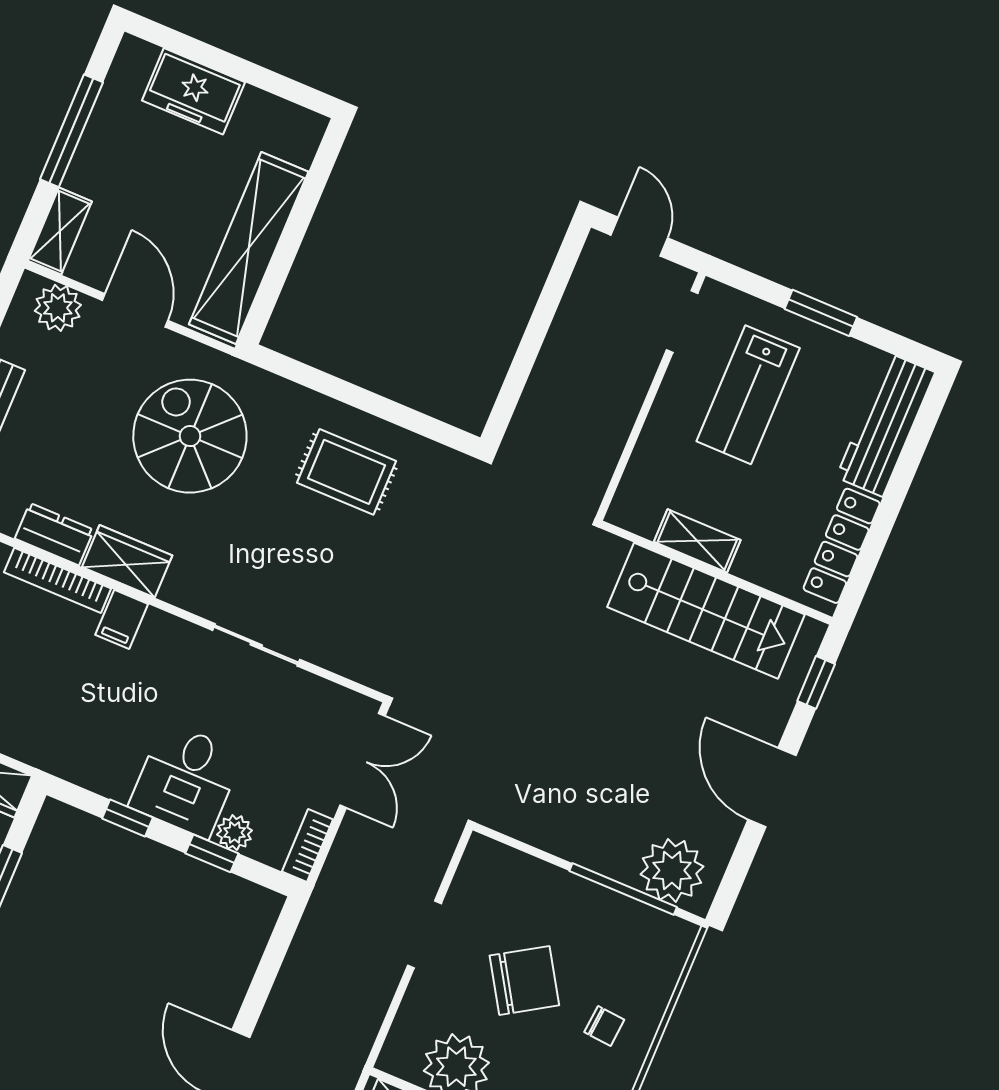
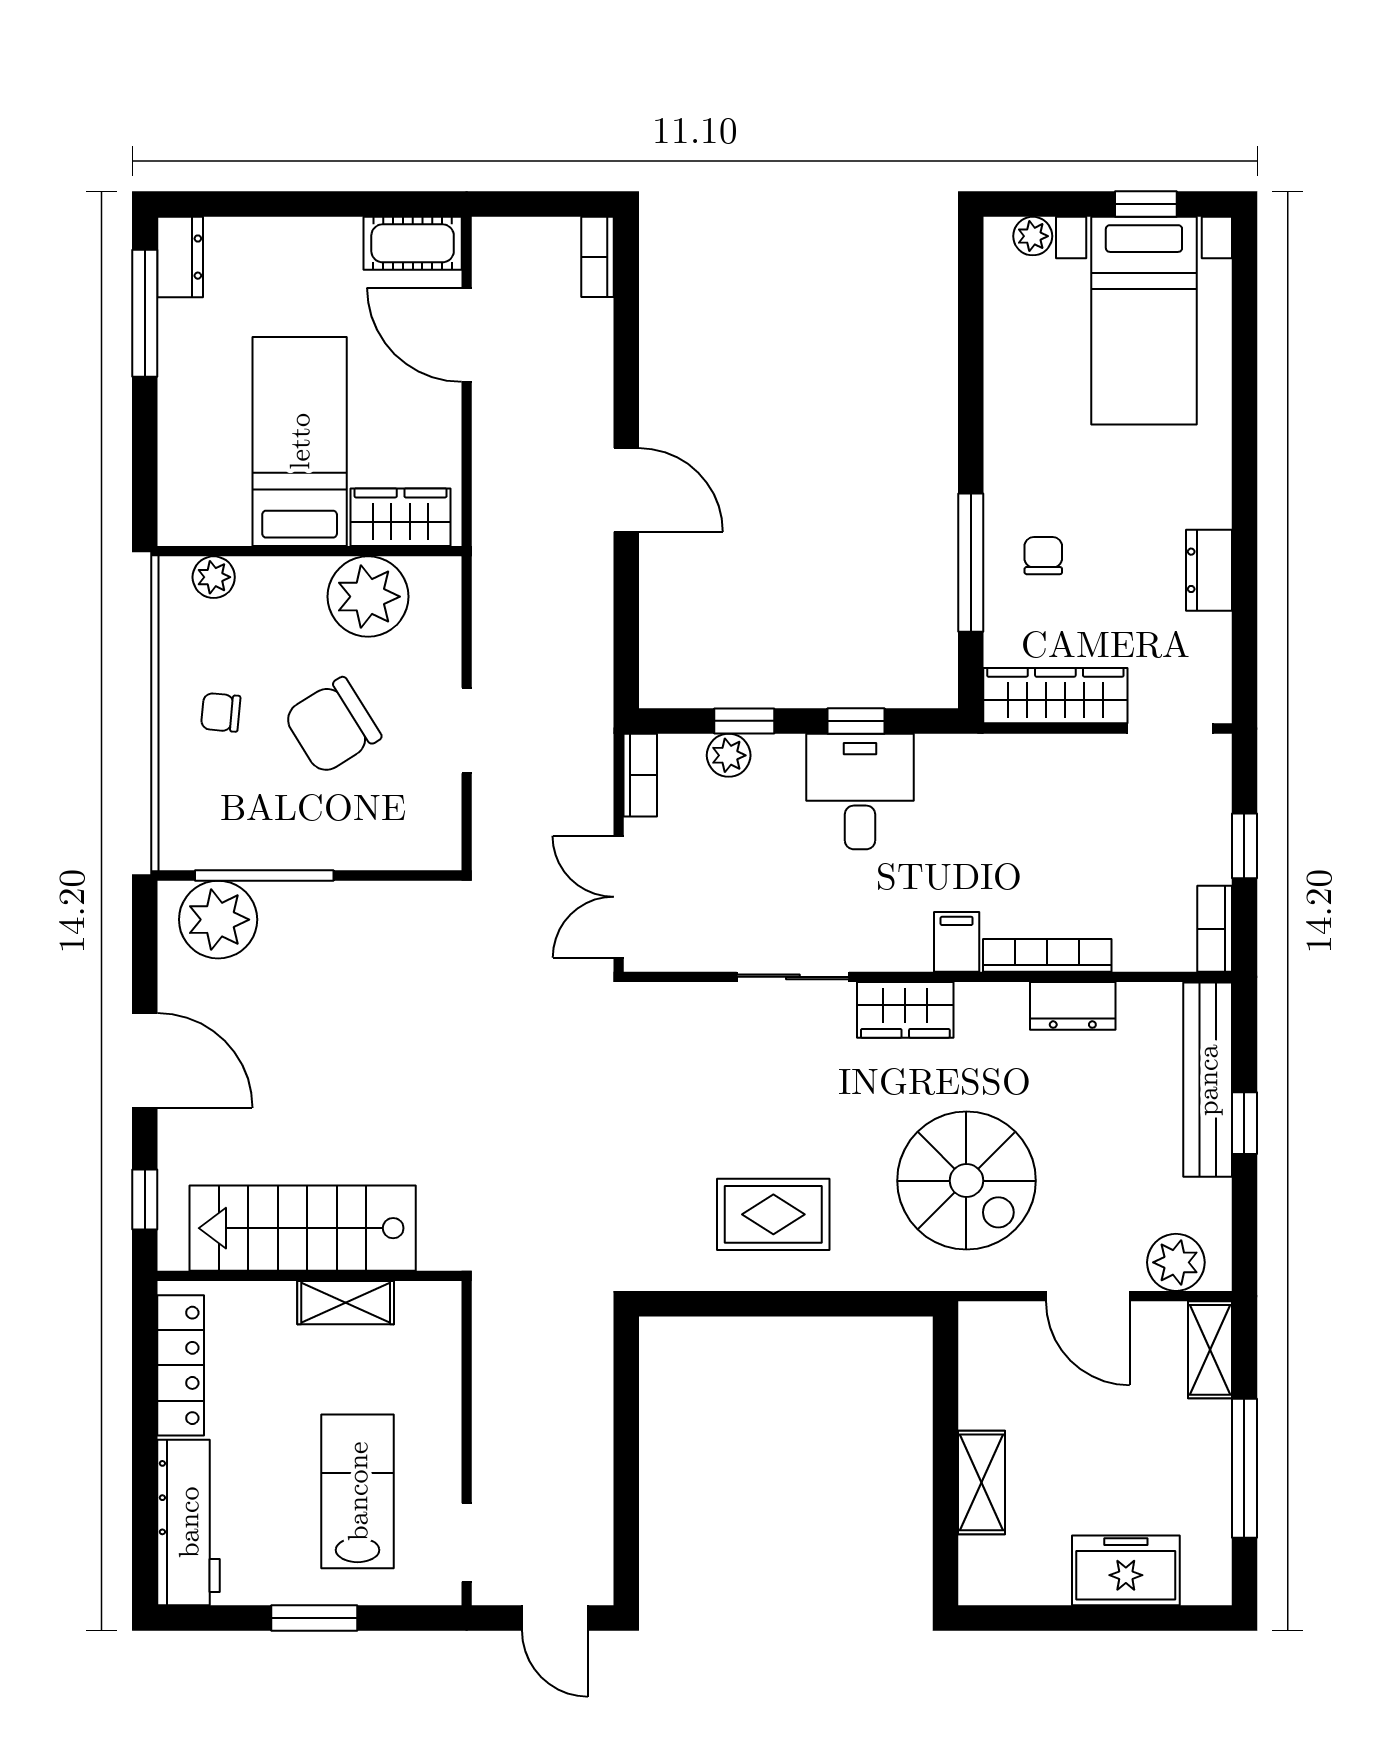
shelving: (249, 248) -> (982, 1482), width x0.45, depth x0.75
wardrobe: (127, 561) -> (905, 1010), moved
desk: (186, 780) -> (860, 792), moved

